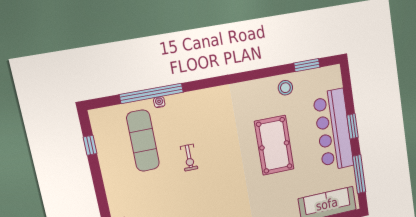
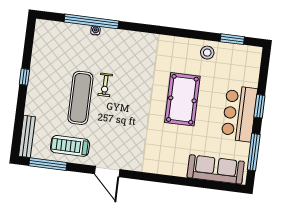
bar counter: (333, 130) -> (239, 114), width x0.73
exercise mat: (143, 141) -> (80, 98), moved
window: (90, 145) -> (24, 77), moved

